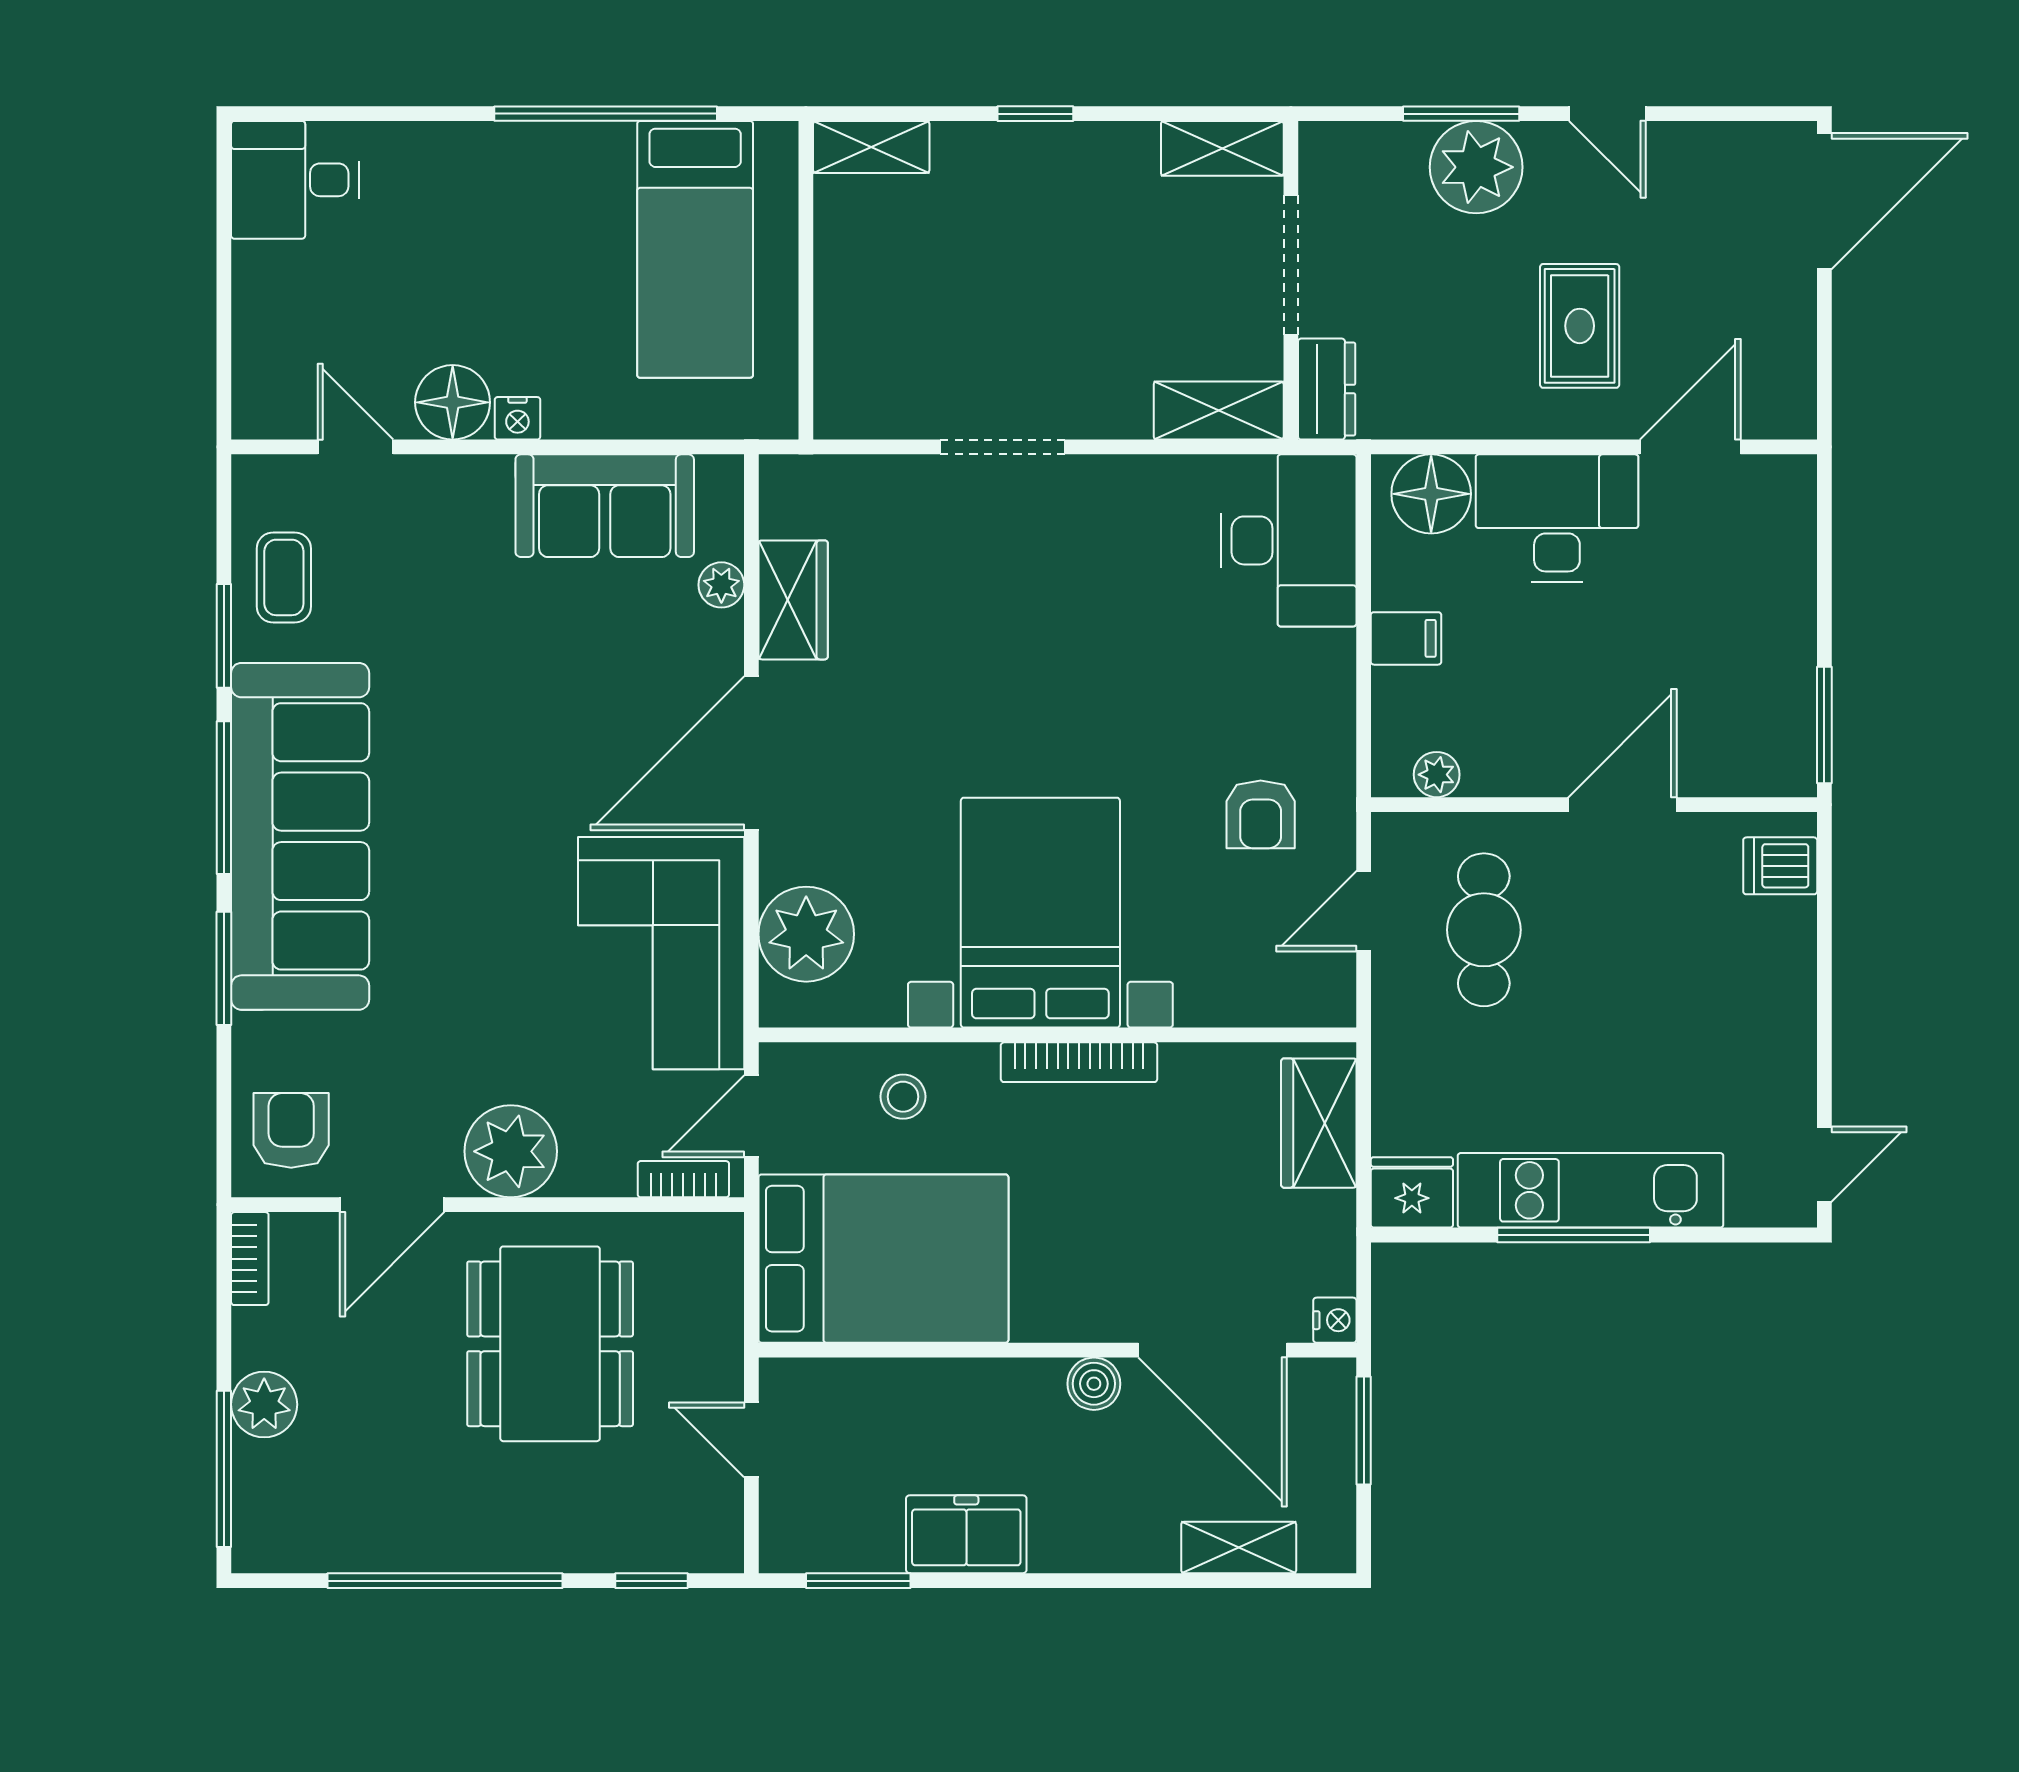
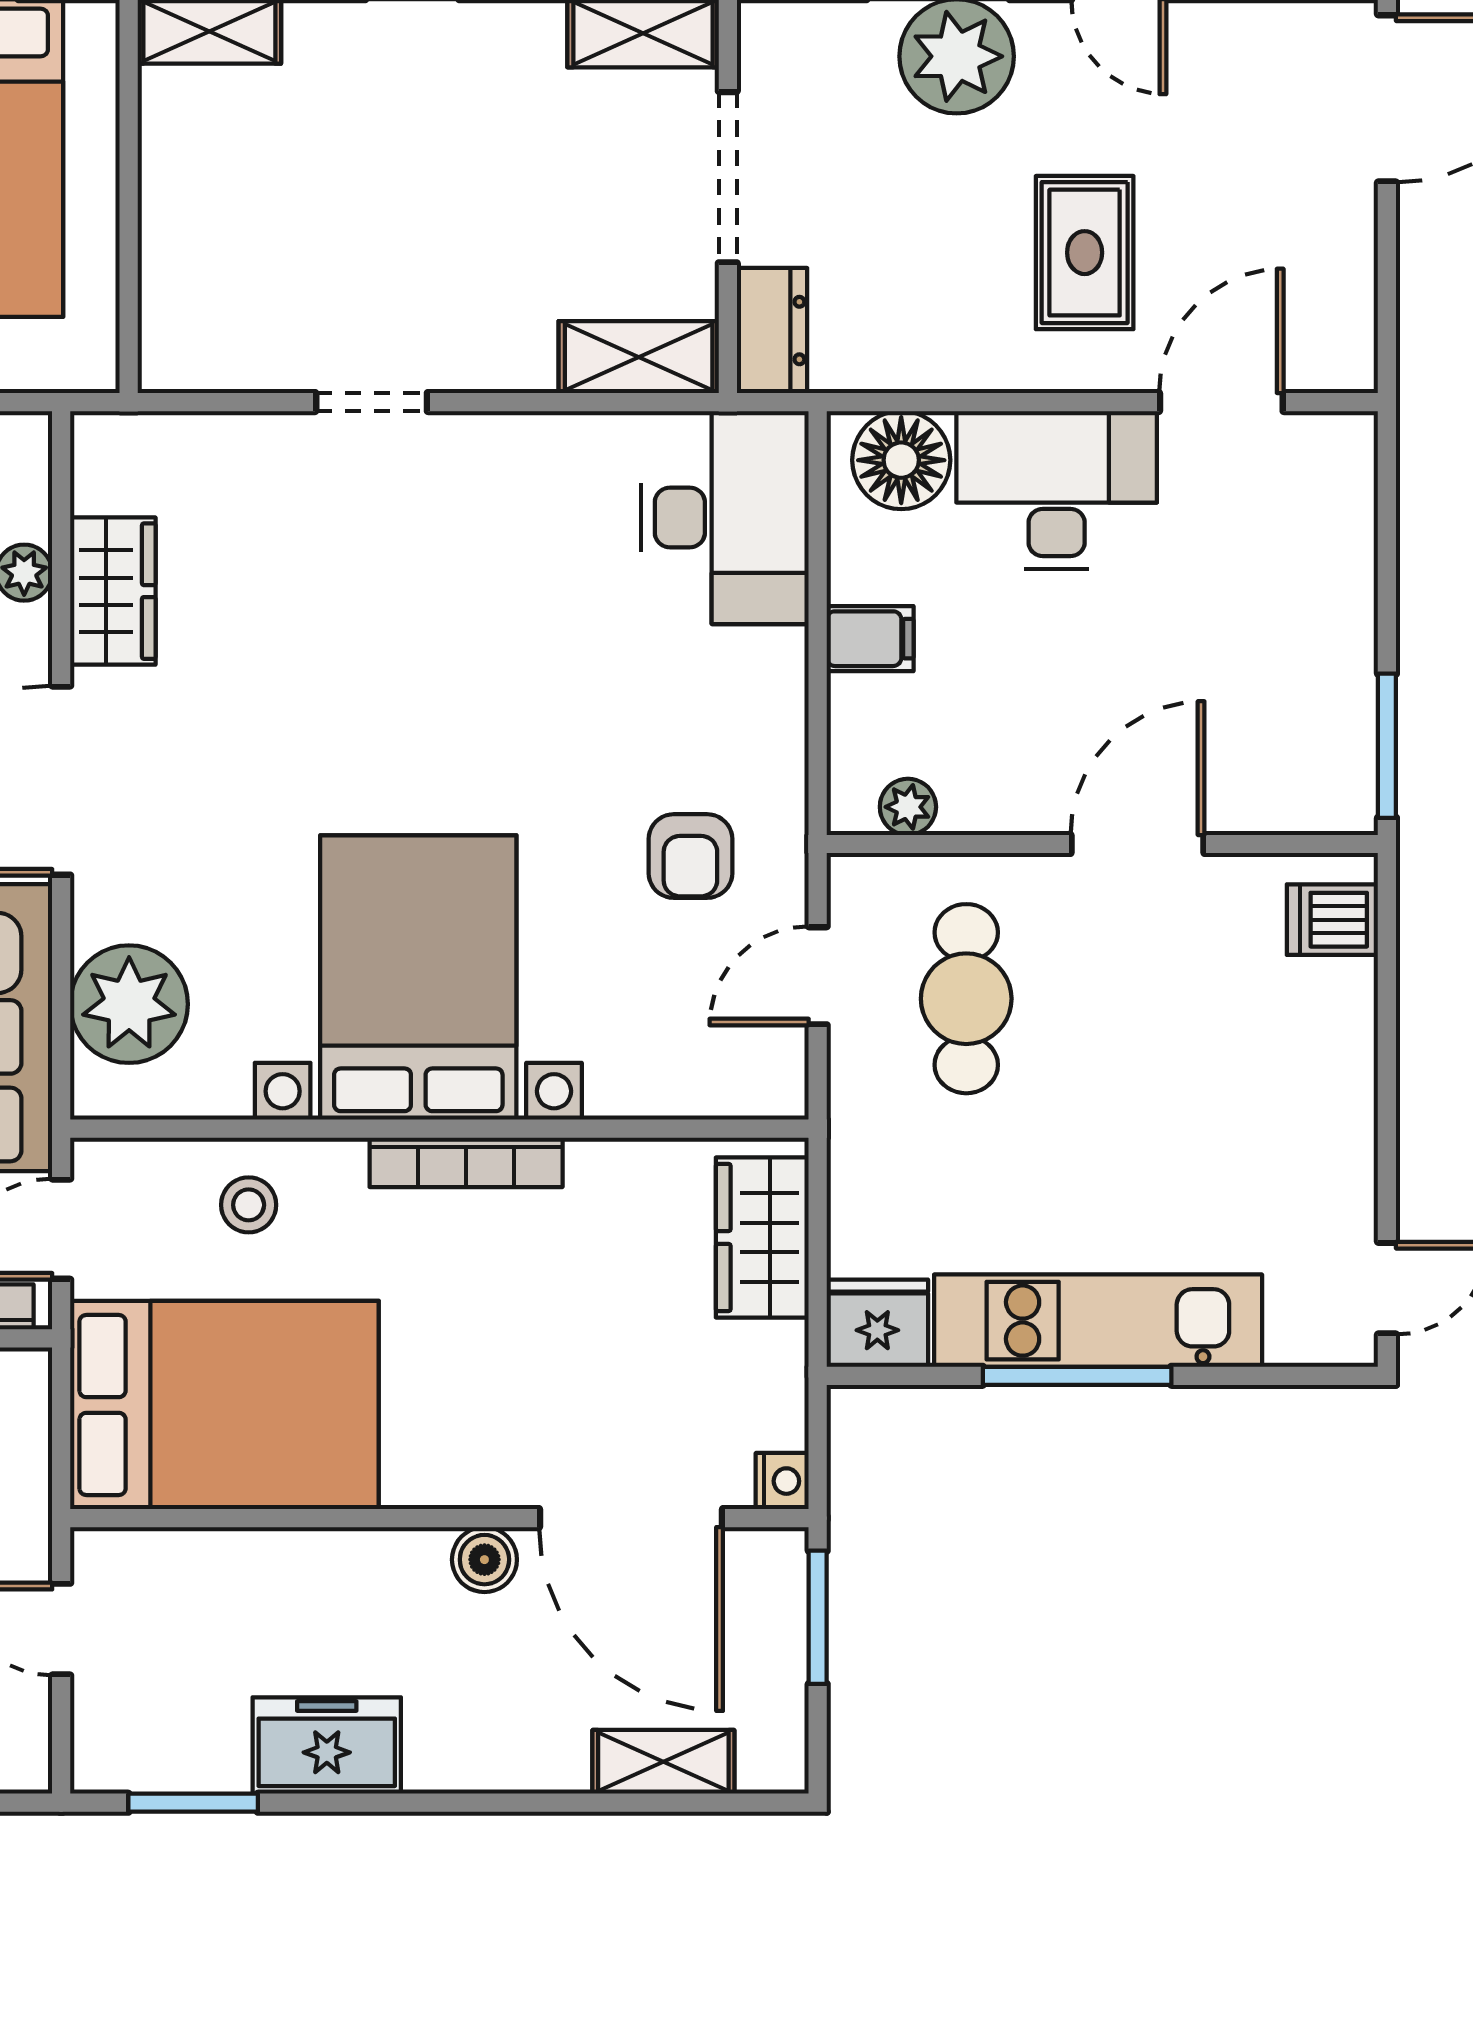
doorway: (1003, 447) -> (372, 402), width x0.73

